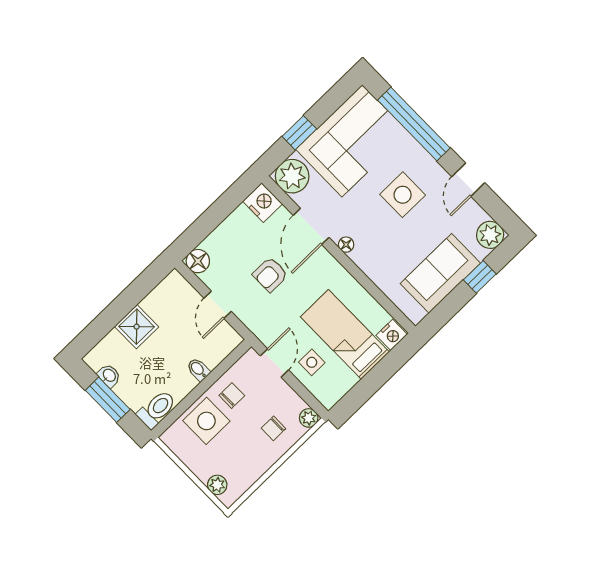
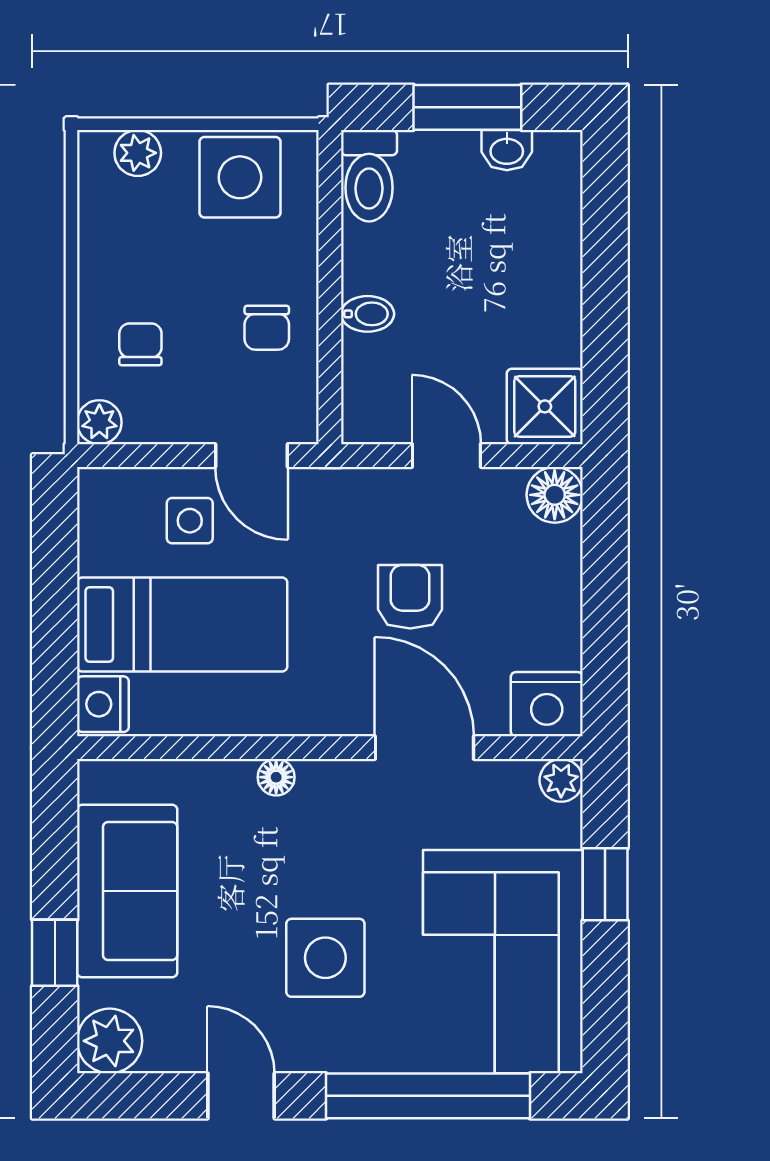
plant: (292, 176) -> (561, 780), width x0.53, depth x0.53
floor lamp: (346, 245) -> (276, 777), moved
shower: (137, 327) -> (545, 406), moved
side table: (206, 421) -> (240, 177), moved

